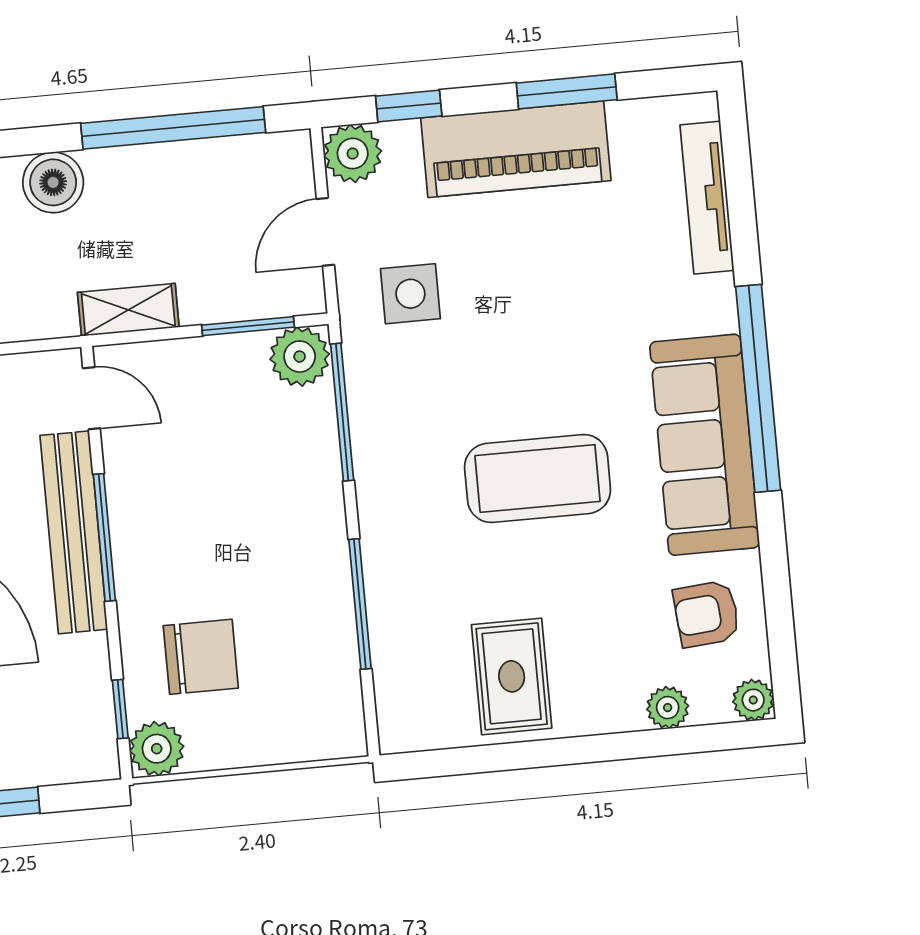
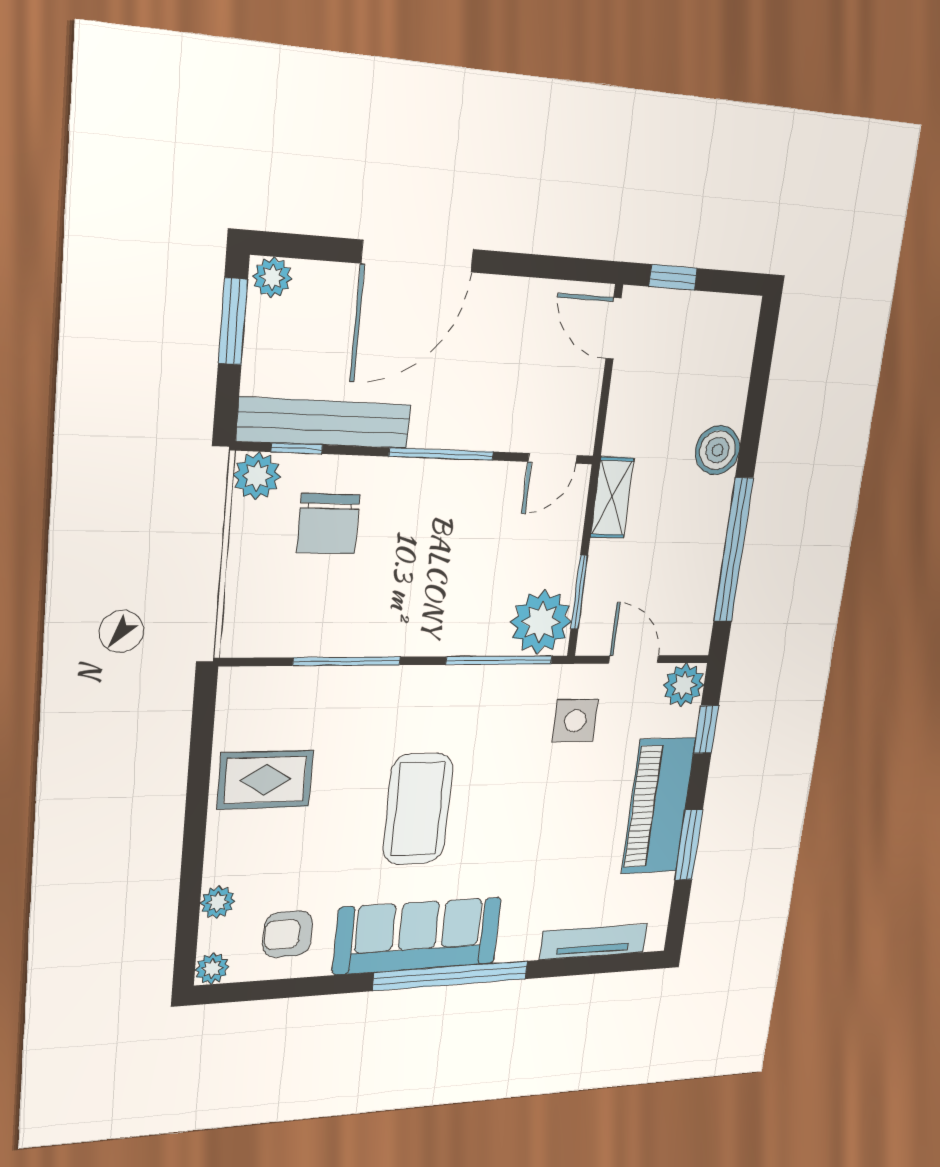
plant: (300, 357) -> (541, 622), width x1.36, depth x1.36
bench: (74, 532) -> (324, 423), moved
armchair: (706, 614) -> (288, 934), turned -85

